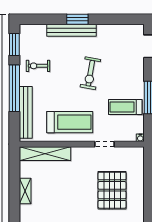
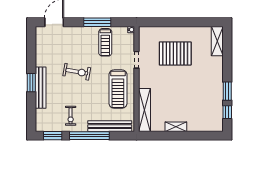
treadmill: (70, 122) -> (118, 89), turned 180

